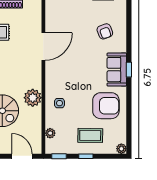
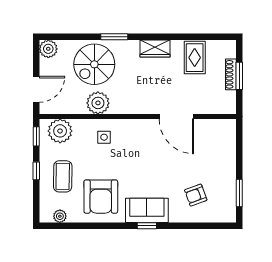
plant: (33, 98) -> (98, 103), moved
plant: (50, 133) -> (60, 131), width x1.88, depth x1.88
plant: (121, 149) -> (60, 216), moved

